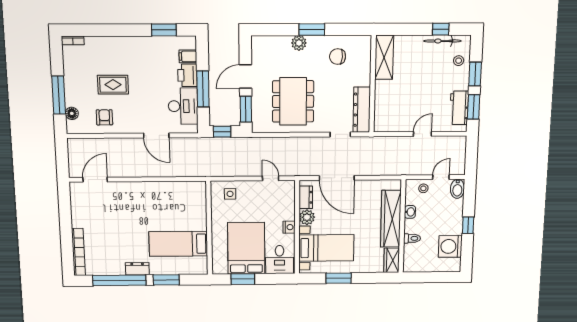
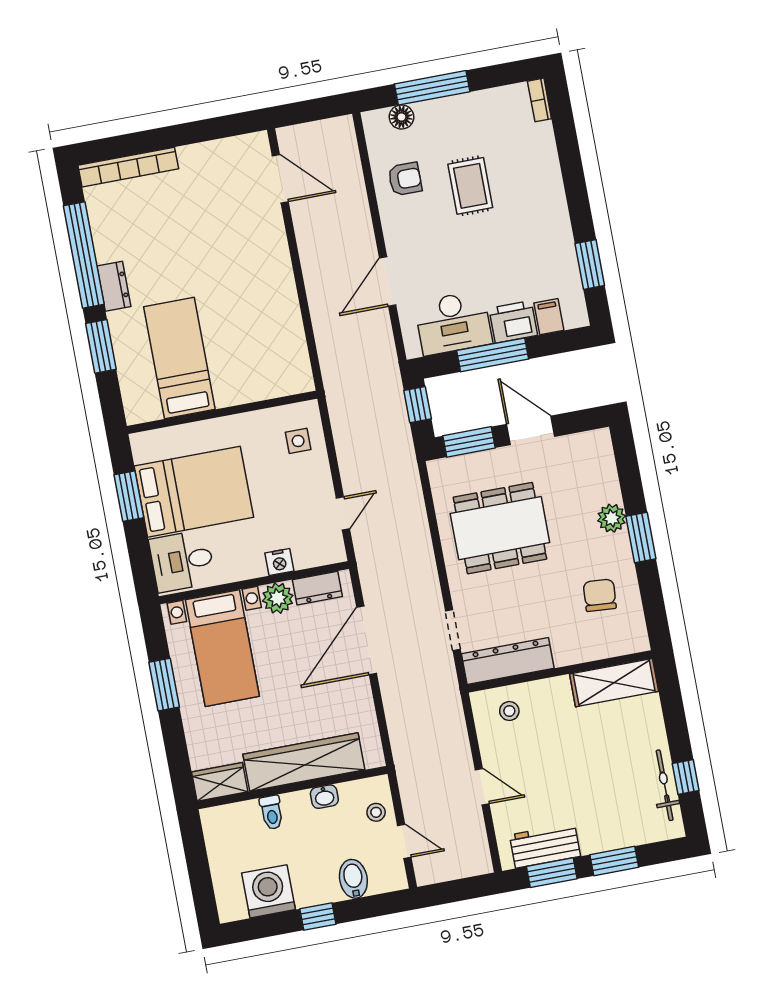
stool: (459, 61) -> (509, 711), moved
bidet: (457, 189) -> (353, 879), moved, turned 90
nightstand: (289, 227) -> (279, 562), moved

